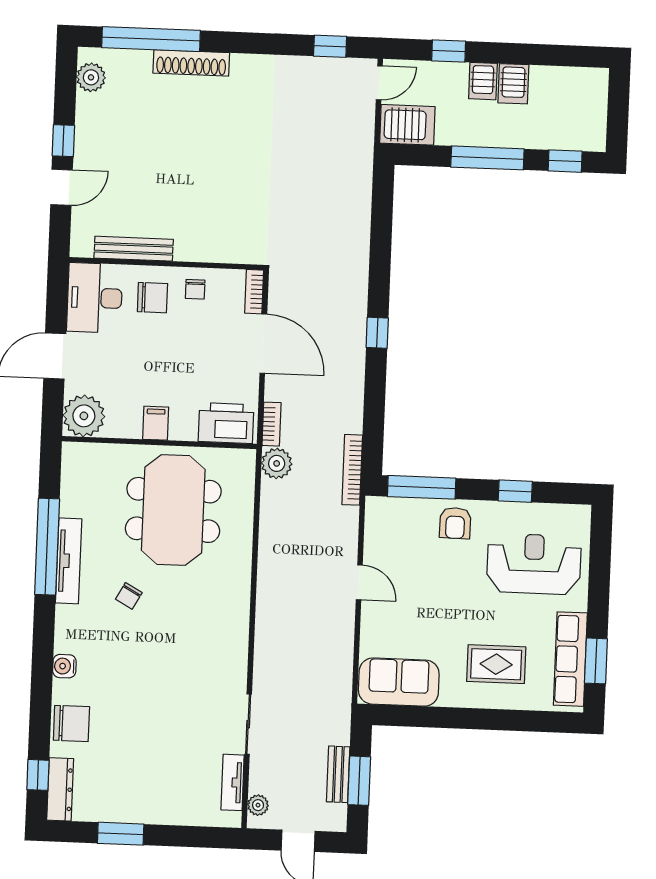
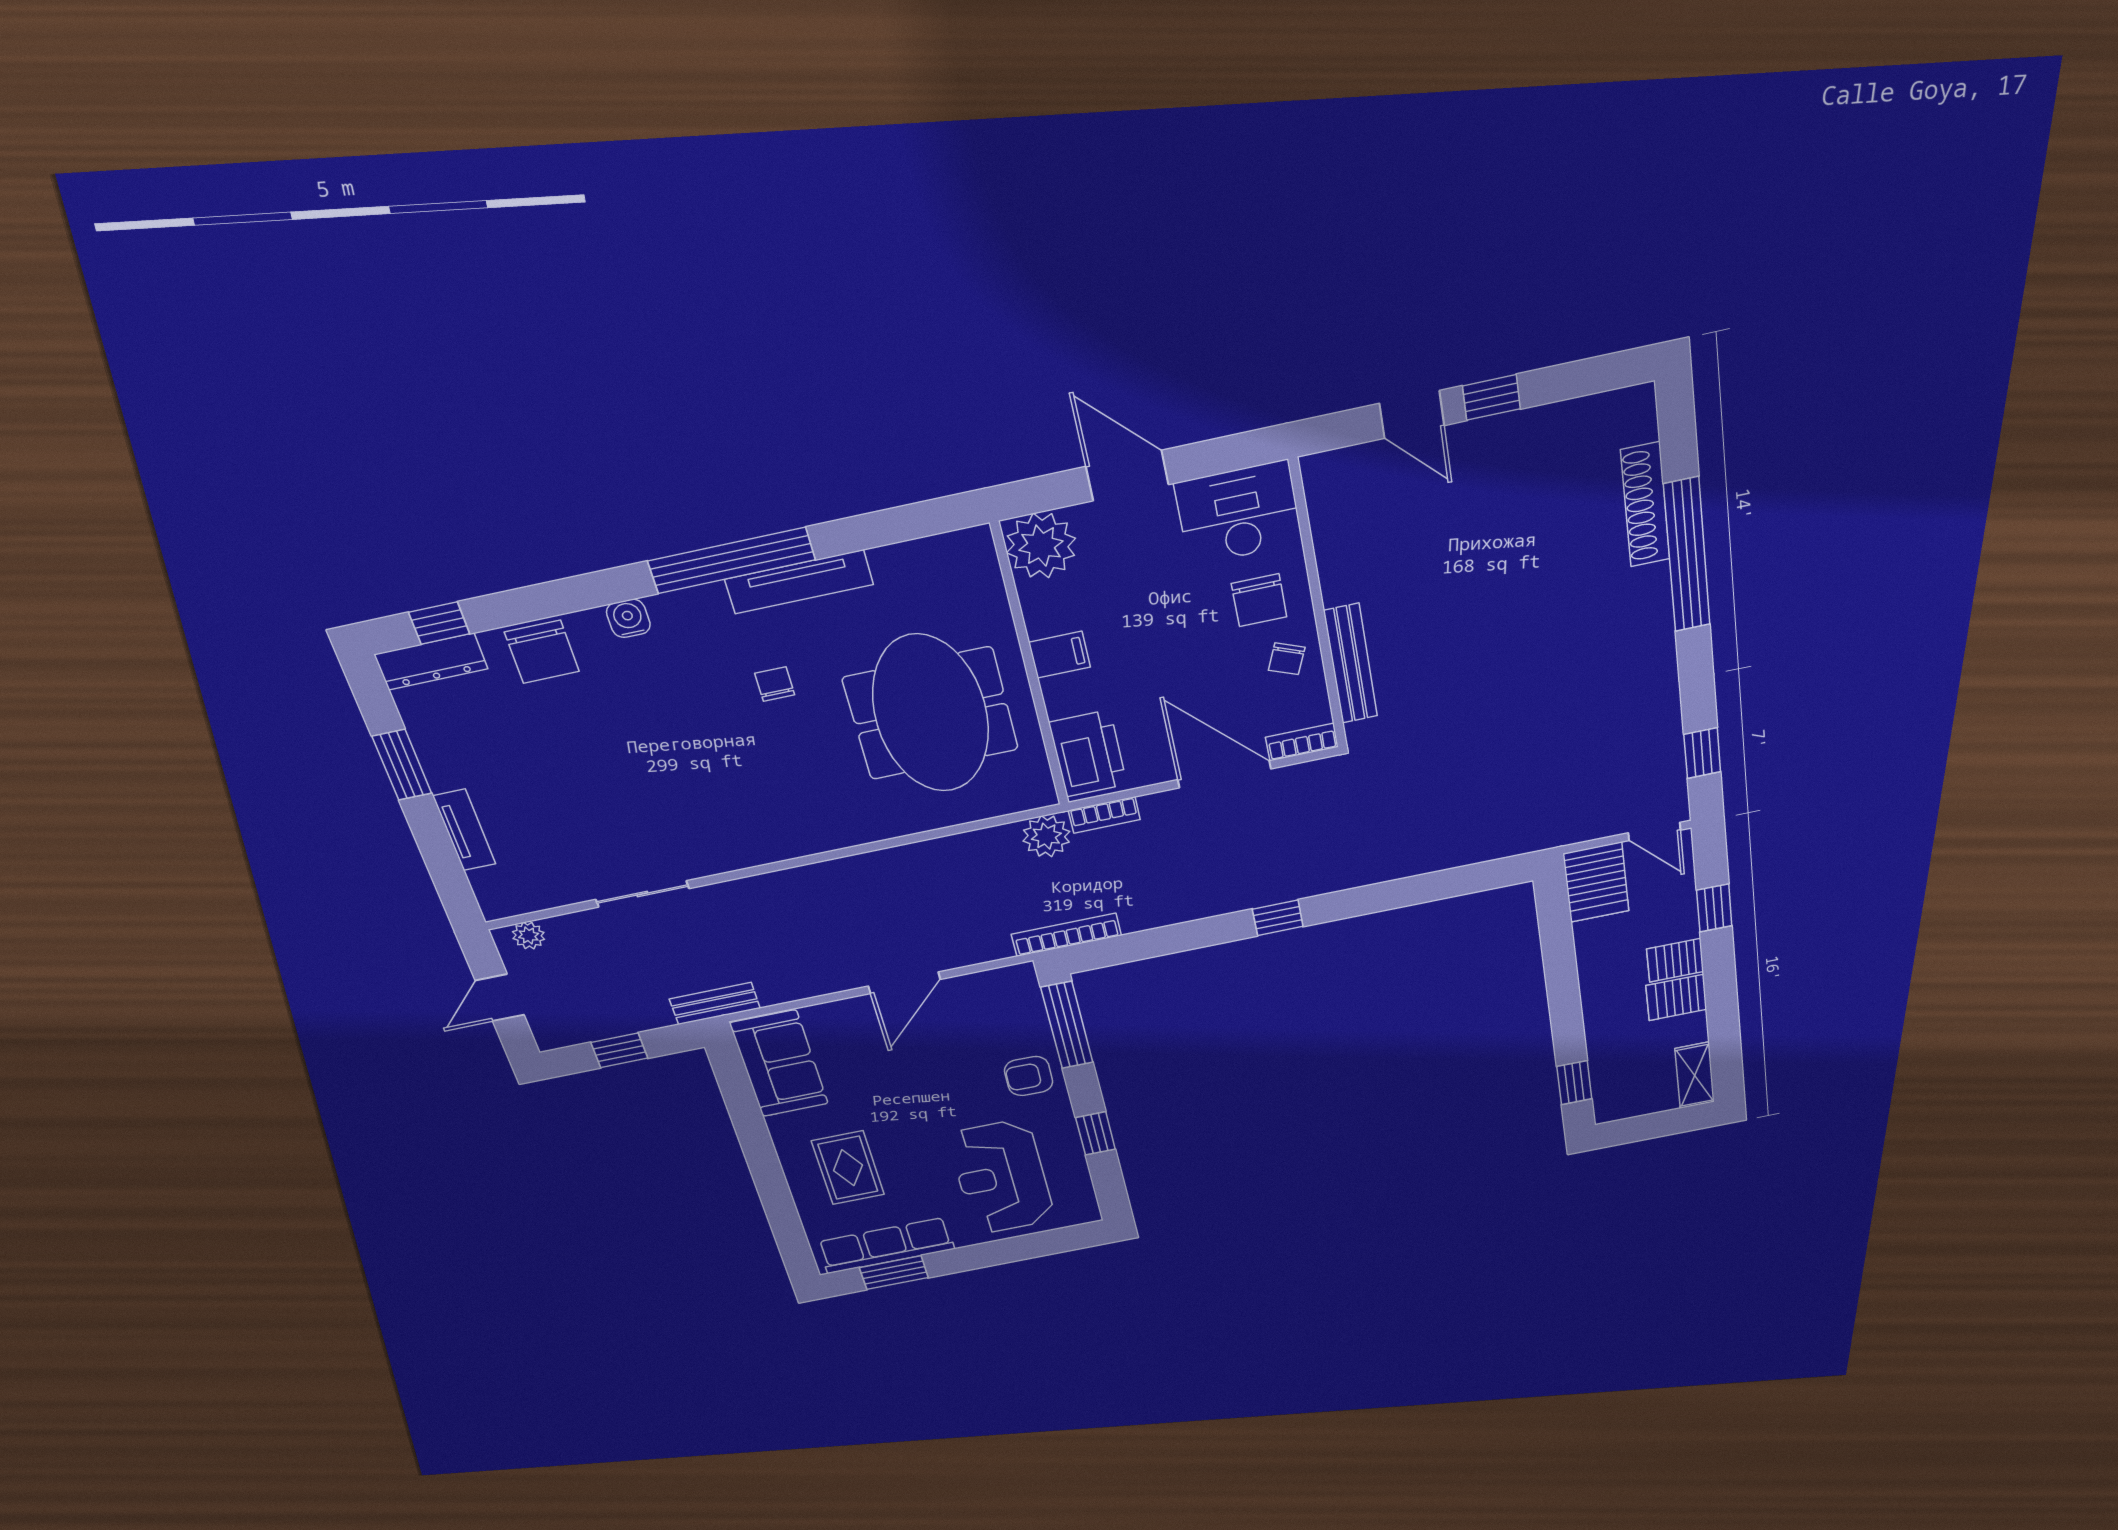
window: (151, 39) -> (1687, 555), moved
shoe rack: (191, 63) -> (1645, 505), moved
plant: (91, 77) -> (1606, 415), removed
shelving: (582, 79) -> (1695, 1075), added
window: (487, 158) -> (1563, 992), removed
bench: (134, 249) -> (1351, 664), moved
chair: (195, 289) -> (1287, 659), turned -68
door: (263, 344) -> (1224, 774), swing flipped
meeting table: (173, 510) -> (931, 714), turned 90
window: (47, 547) -> (732, 560), moved
reception desk: (534, 564) -> (1001, 1177), turned 180
door: (359, 582) -> (904, 983), width x1.38
chair: (129, 596) -> (775, 684), turned 61
bench: (338, 774) -> (715, 1004), moved
window: (359, 781) -> (619, 1050), width x0.67
tv unit: (233, 782) -> (464, 830), moved, turned 90

